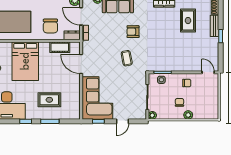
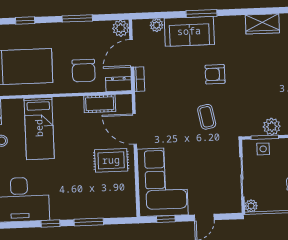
door: (81, 16) -> (132, 53), hinge flipped
bed: (25, 61) -> (39, 128), width x0.67
plant: (167, 66) -> (272, 127), added
rug: (49, 100) -> (111, 160), moved

